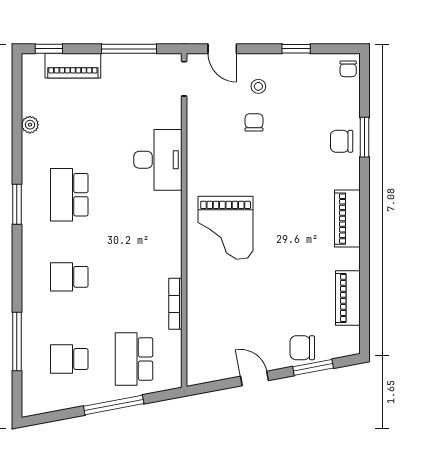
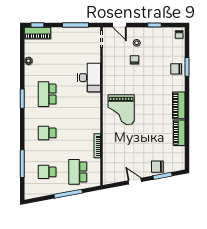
piano: (73, 66) -> (38, 33), moved
piano: (348, 298) -> (179, 133), moved

